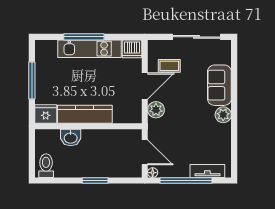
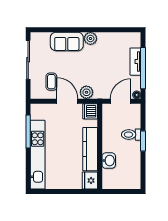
window: (84, 37) -> (28, 132), moved
kitchen unit: (90, 49) -> (38, 155), width x1.36
dishwasher: (132, 49) -> (90, 111), moved, turned 180
window: (32, 80) -> (63, 192), removed
toilet: (46, 166) -> (131, 135), moved
tv unit: (207, 171) -> (135, 62), moved

